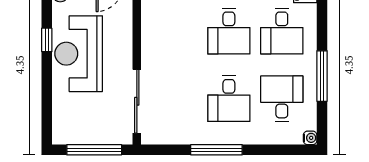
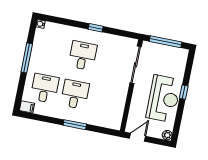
window: (47, 40) -> (184, 92), moved
desk: (282, 99) -> (52, 50), removed
window: (216, 150) -> (96, 28), width x0.46

